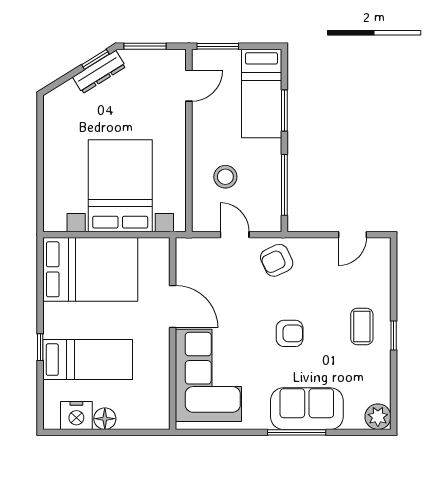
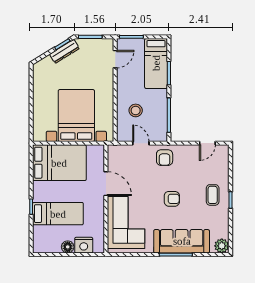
armchair: (277, 260) -> (165, 158), turned -65
sofa: (307, 409) -> (182, 241), width x1.36
nightstand: (76, 415) -> (84, 245), moved

